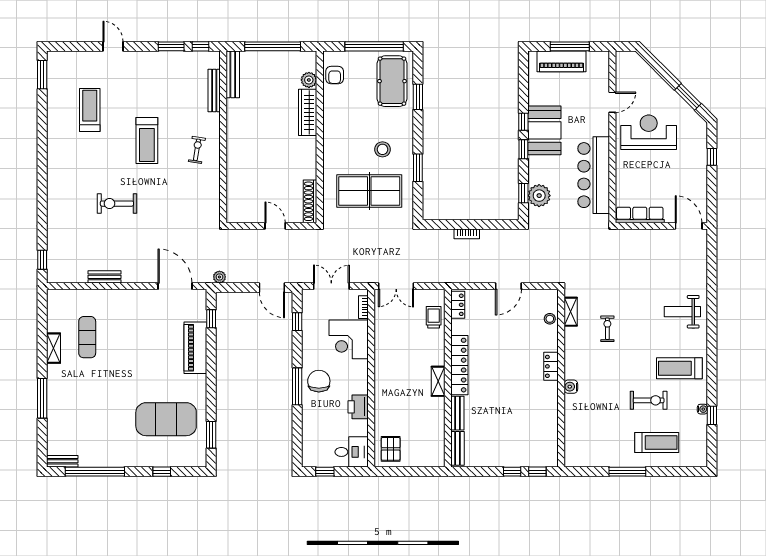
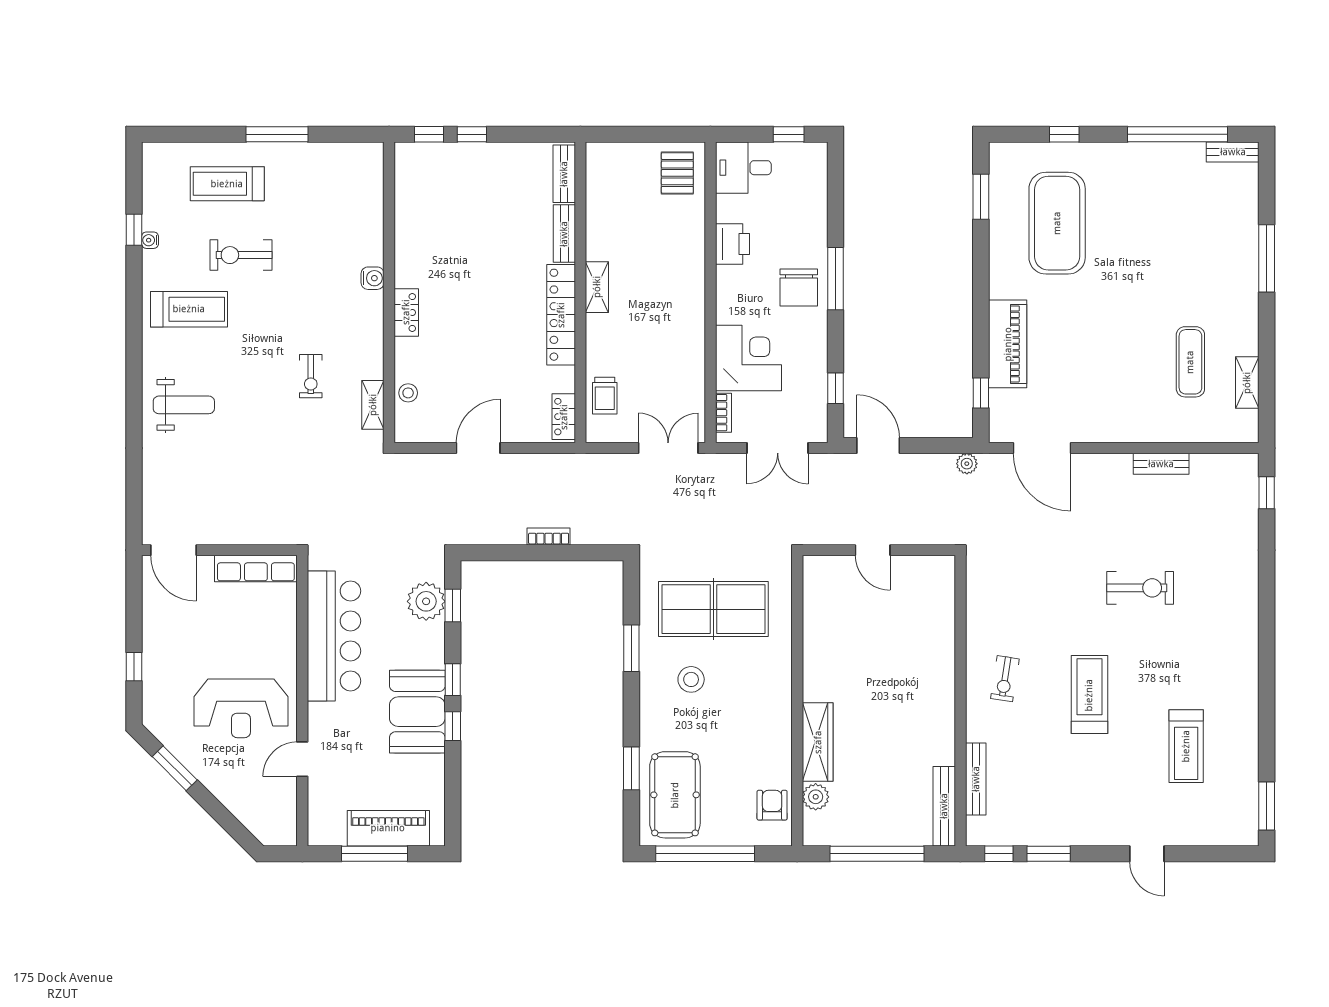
shoe rack: (310, 201) -> (814, 592), removed
shelving: (54, 348) -> (1247, 383), moved
exercise mat: (166, 419) -> (1057, 223), turned 90

